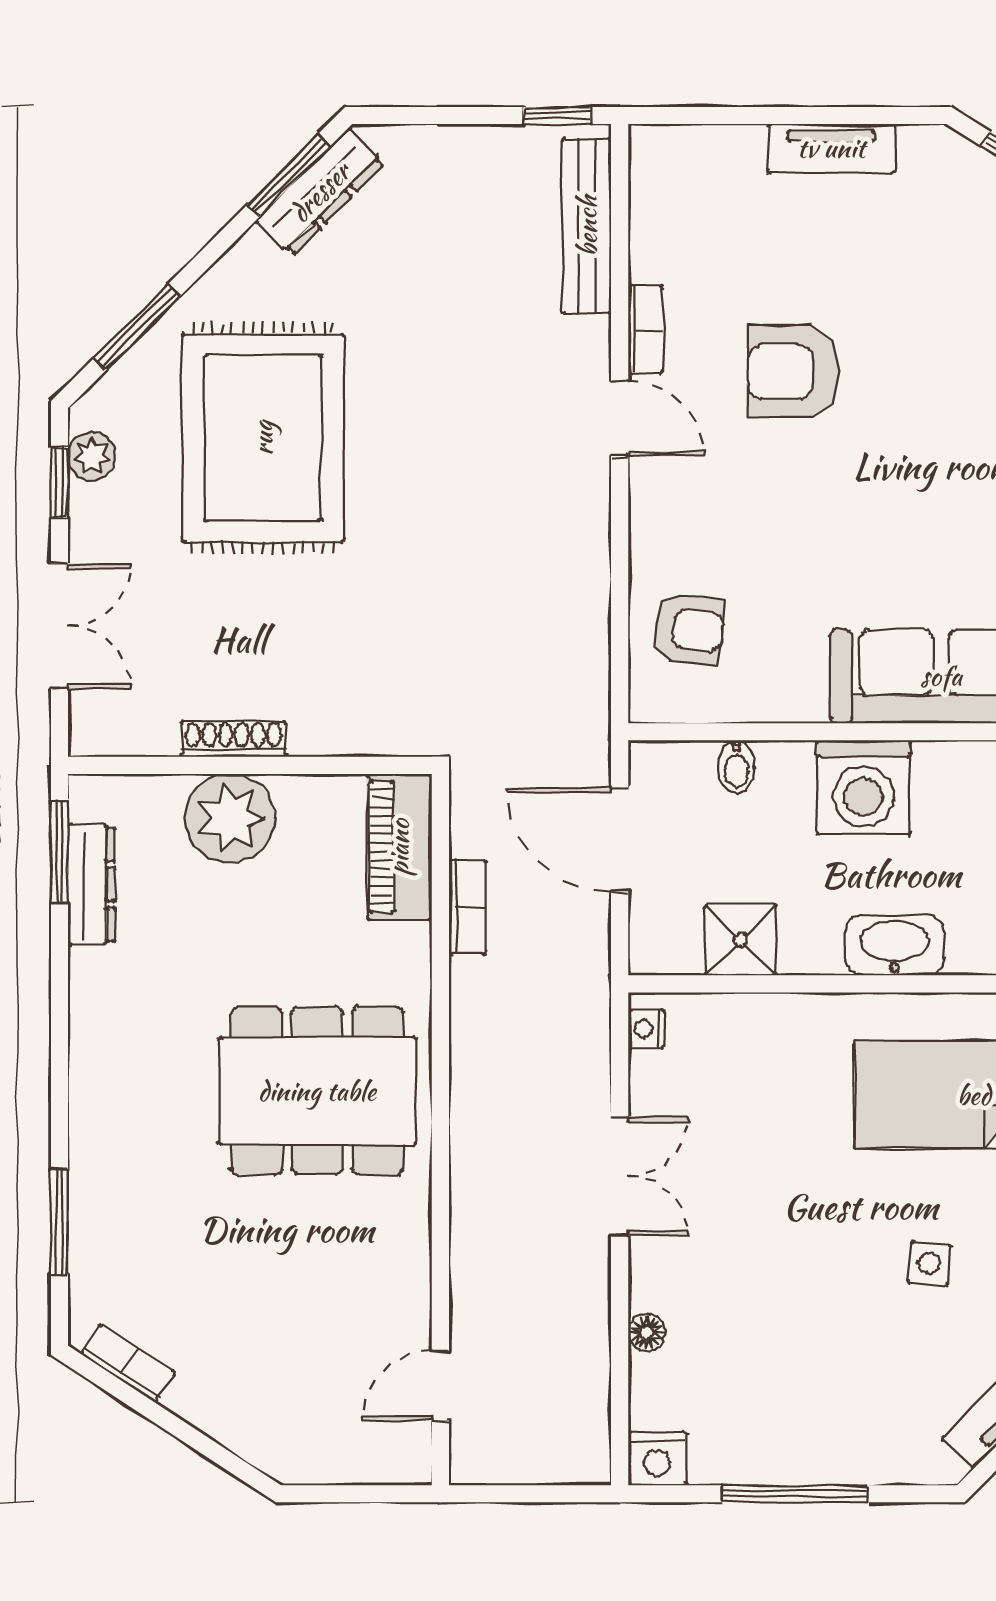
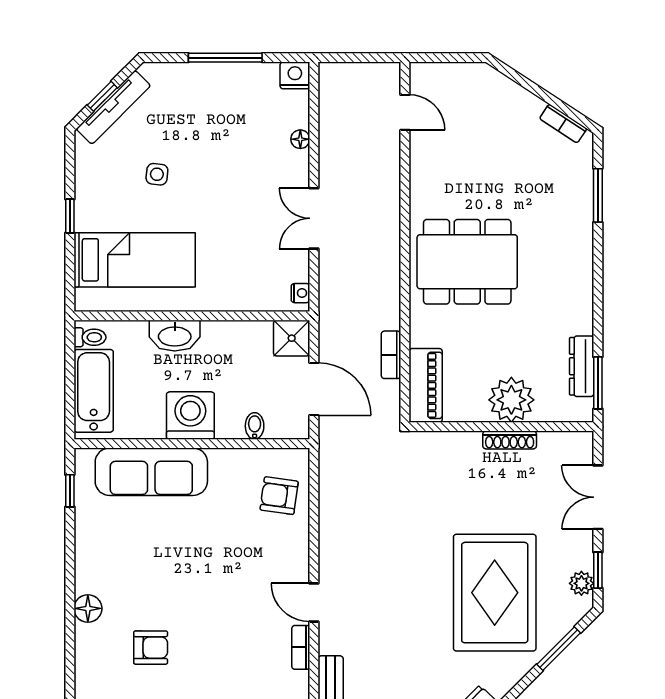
armchair: (793, 372) -> (151, 648), moved, width x0.72, depth x0.72
shower: (740, 940) -> (292, 338), moved
door: (440, 1385) -> (405, 112), hinge flipped

